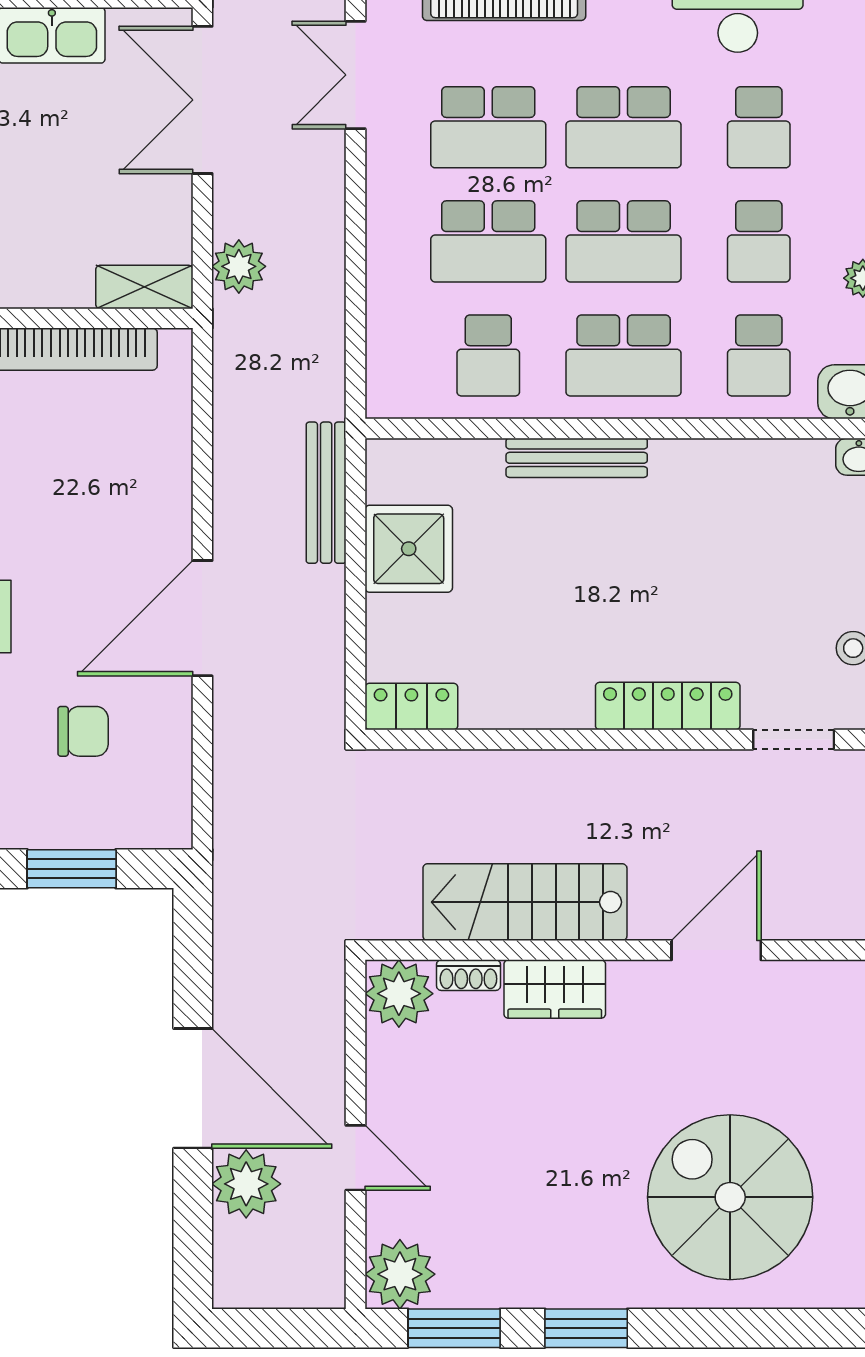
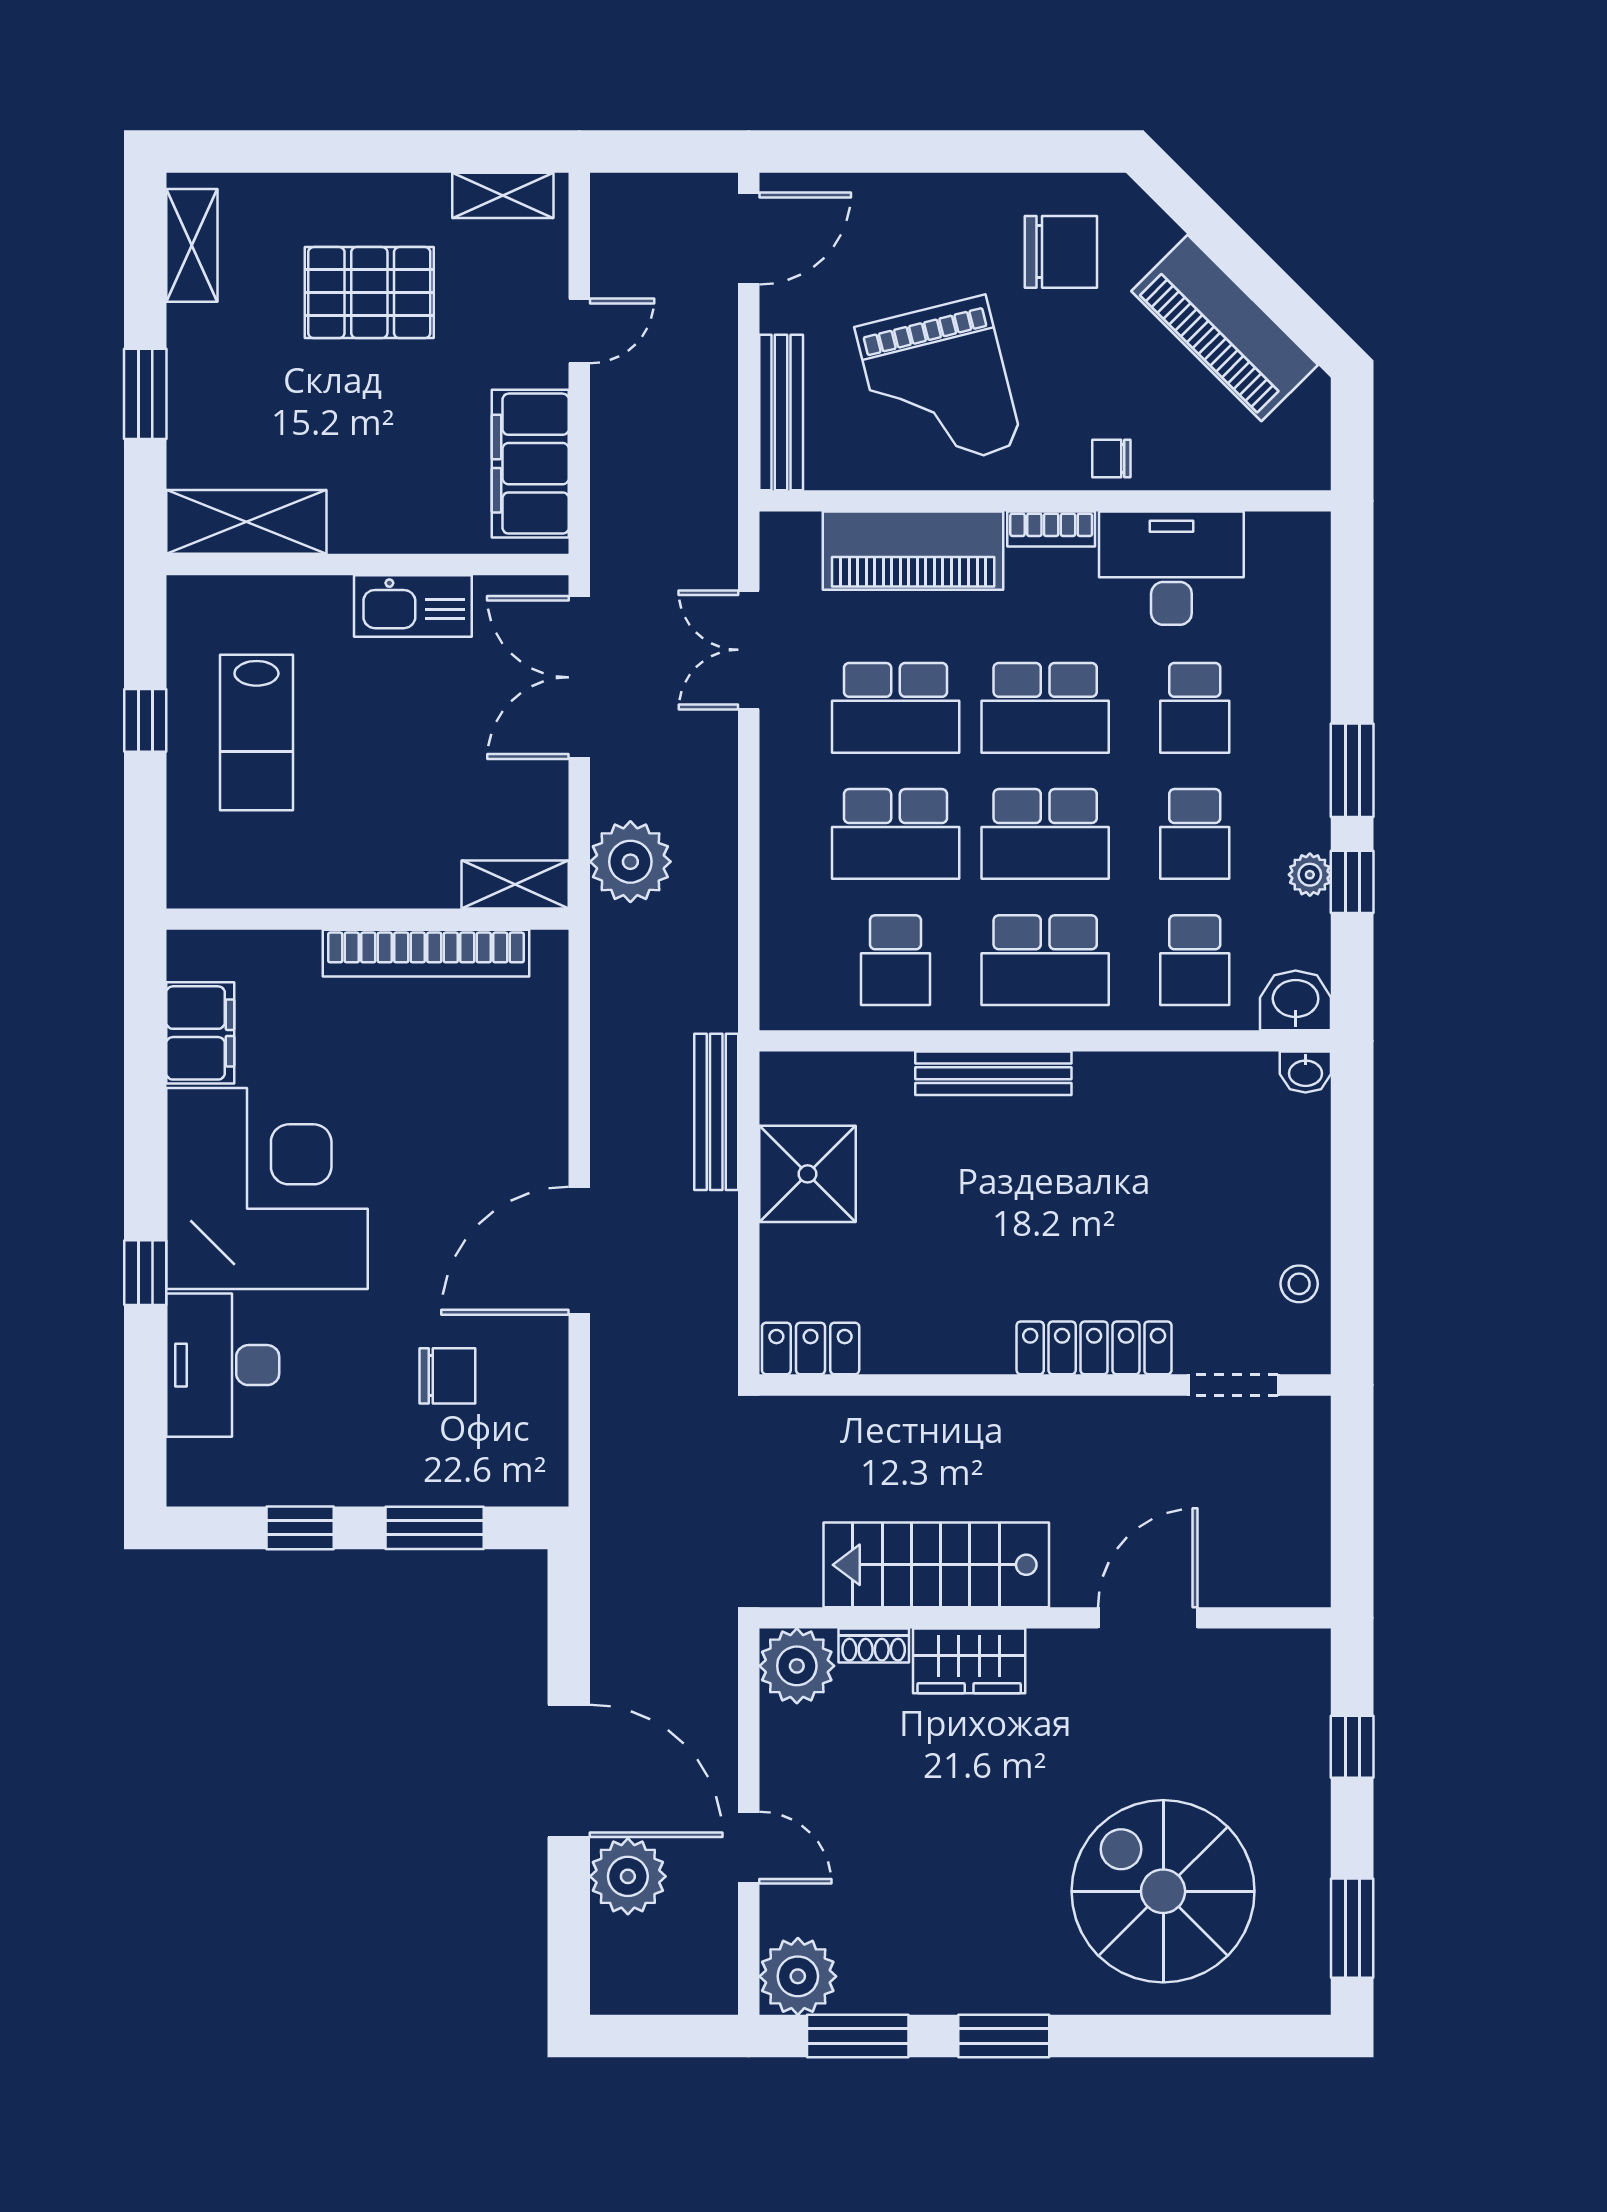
plant: (239, 266) -> (630, 862), width x1.36, depth x1.36

